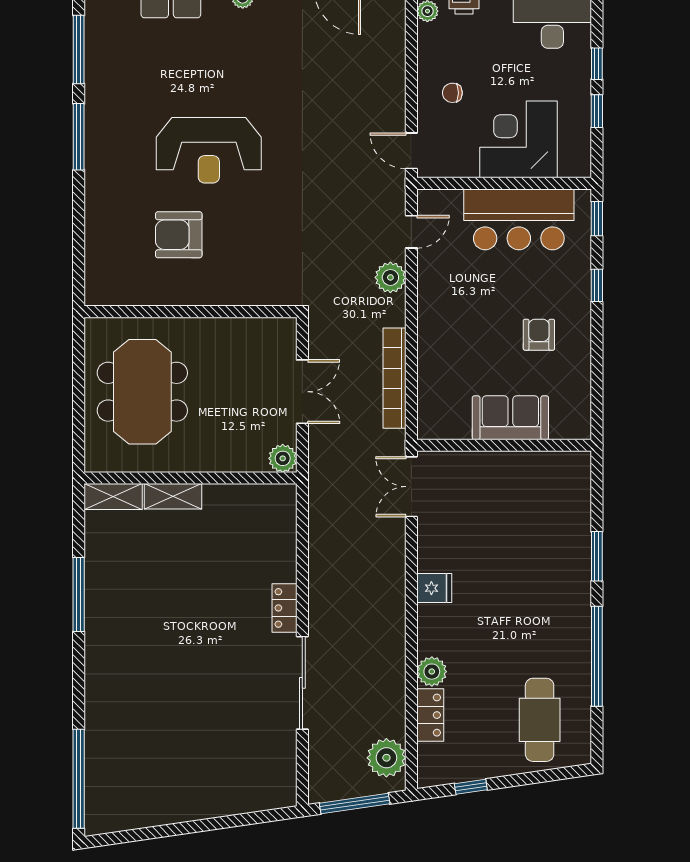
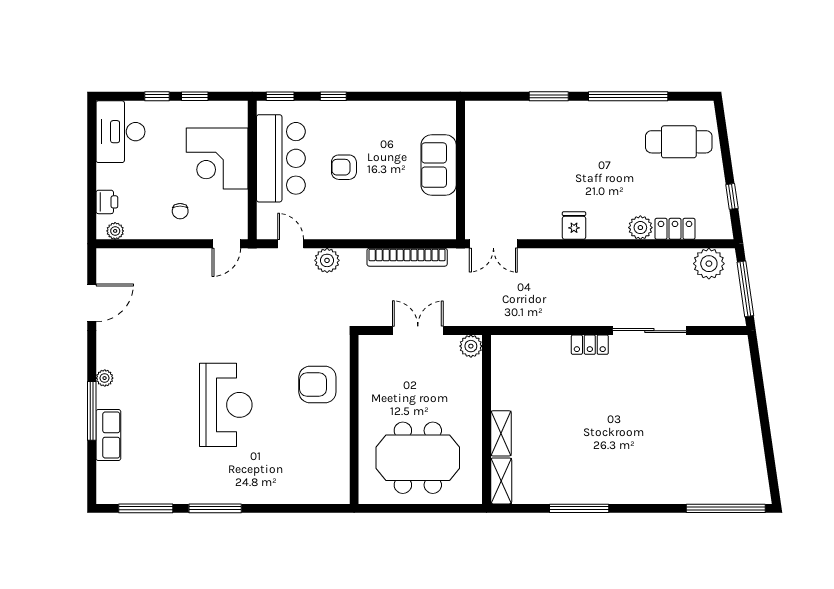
armchair: (179, 235) -> (317, 384), moved, turned 90
armchair: (539, 335) -> (344, 167), moved

